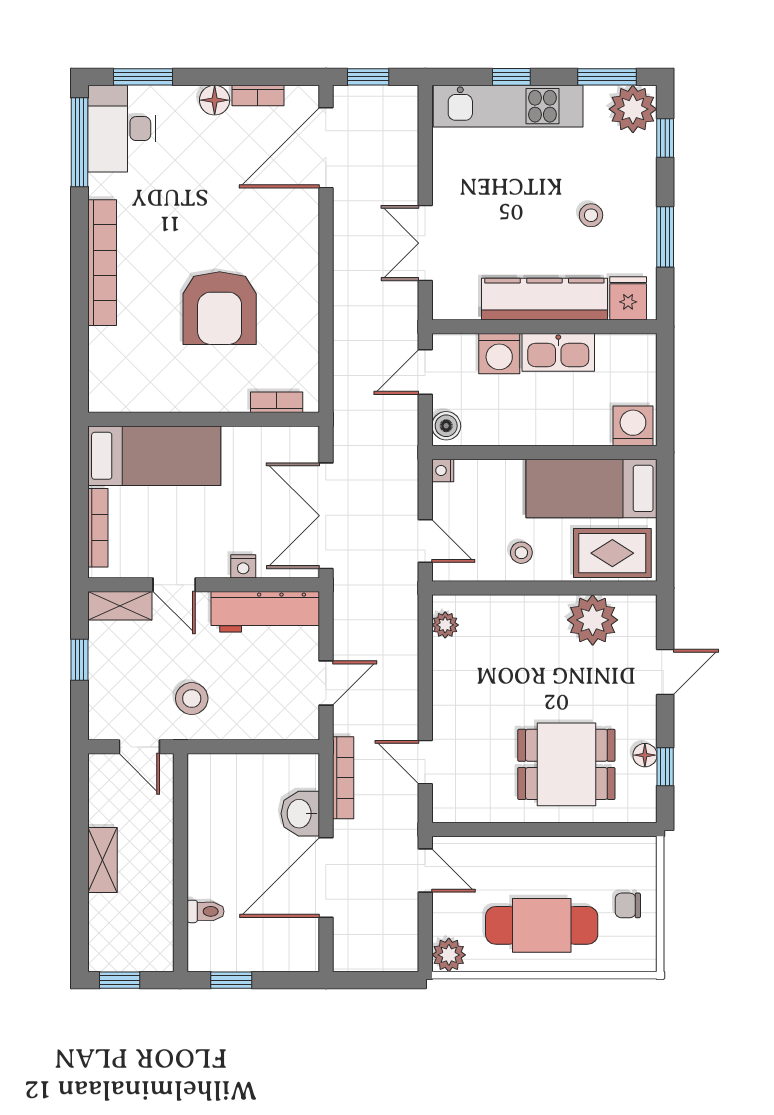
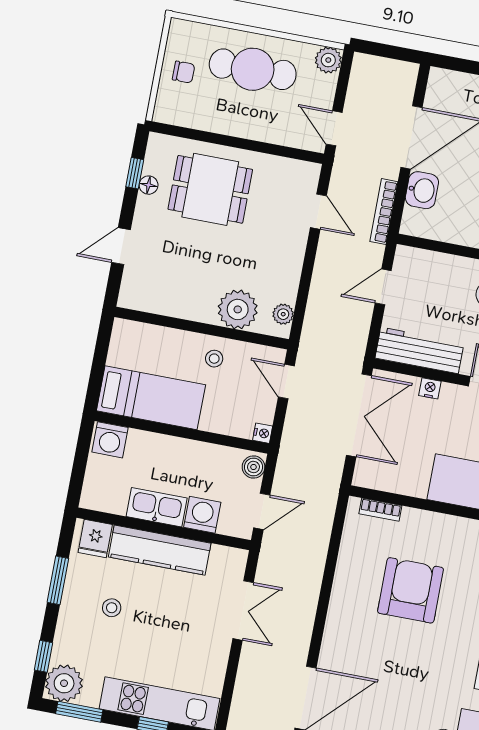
rug: (612, 553) -> (144, 345), removed
plant: (593, 620) -> (238, 309), moved

